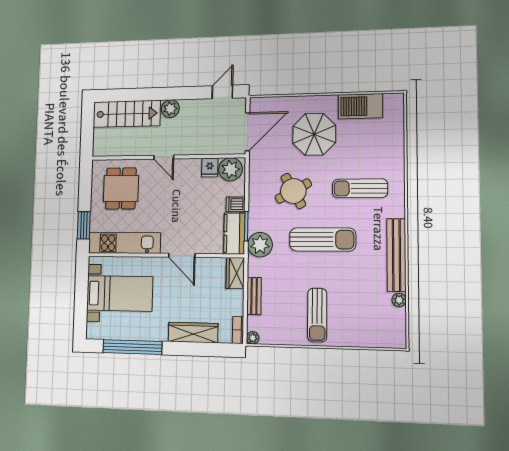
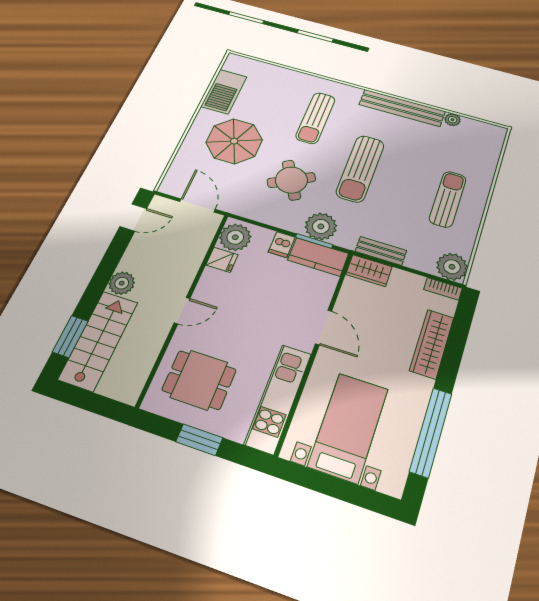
door: (222, 92) -> (133, 218), swing flipped
window: (124, 95) -> (70, 336), added
door: (248, 132) -> (197, 205), width x0.73
window: (84, 225) -> (199, 440), moved
sun lounger: (323, 240) -> (360, 168), turned 180
plant: (260, 245) -> (321, 226), moved
door: (182, 255) -> (324, 327), hinge flipped
bench: (254, 296) -> (381, 251), moved
sun lounger: (317, 315) -> (448, 199), turned -90
plant: (253, 338) -> (452, 267), width x1.87, depth x1.87

